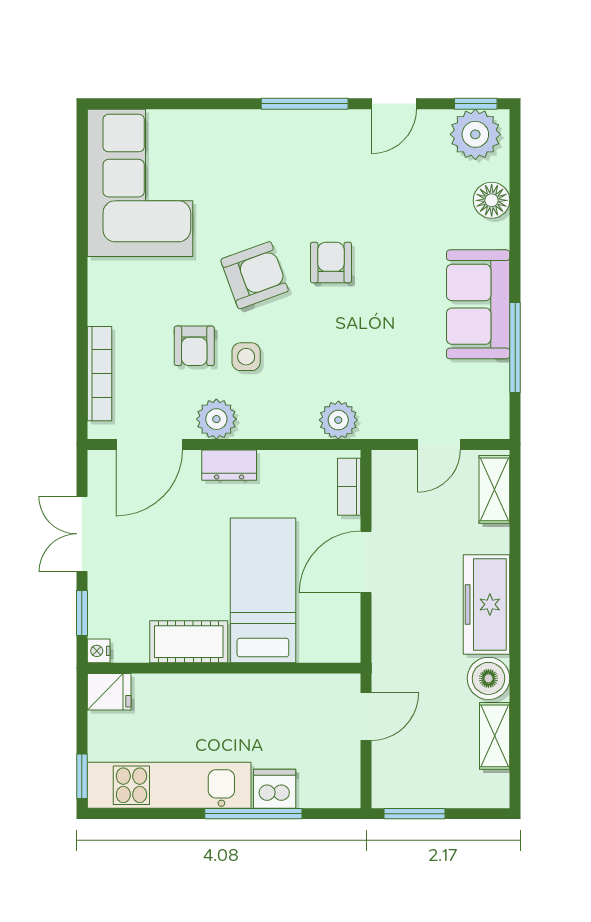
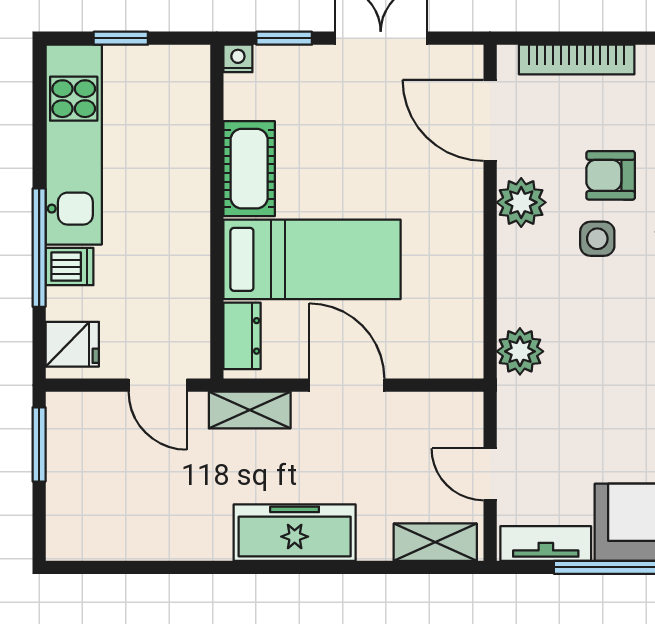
tv unit: (496, 399) -> (546, 543), added
dresser: (229, 465) -> (242, 336), moved, turned 180
bookcase: (349, 487) -> (438, 365), removed
boiler: (488, 678) -> (204, 535), removed
fridge: (109, 692) -> (72, 344), moved, turned -90
shelving: (495, 736) -> (250, 410), moved
window: (82, 776) -> (121, 38), moved
dishwasher: (275, 789) -> (69, 267), width x0.73

